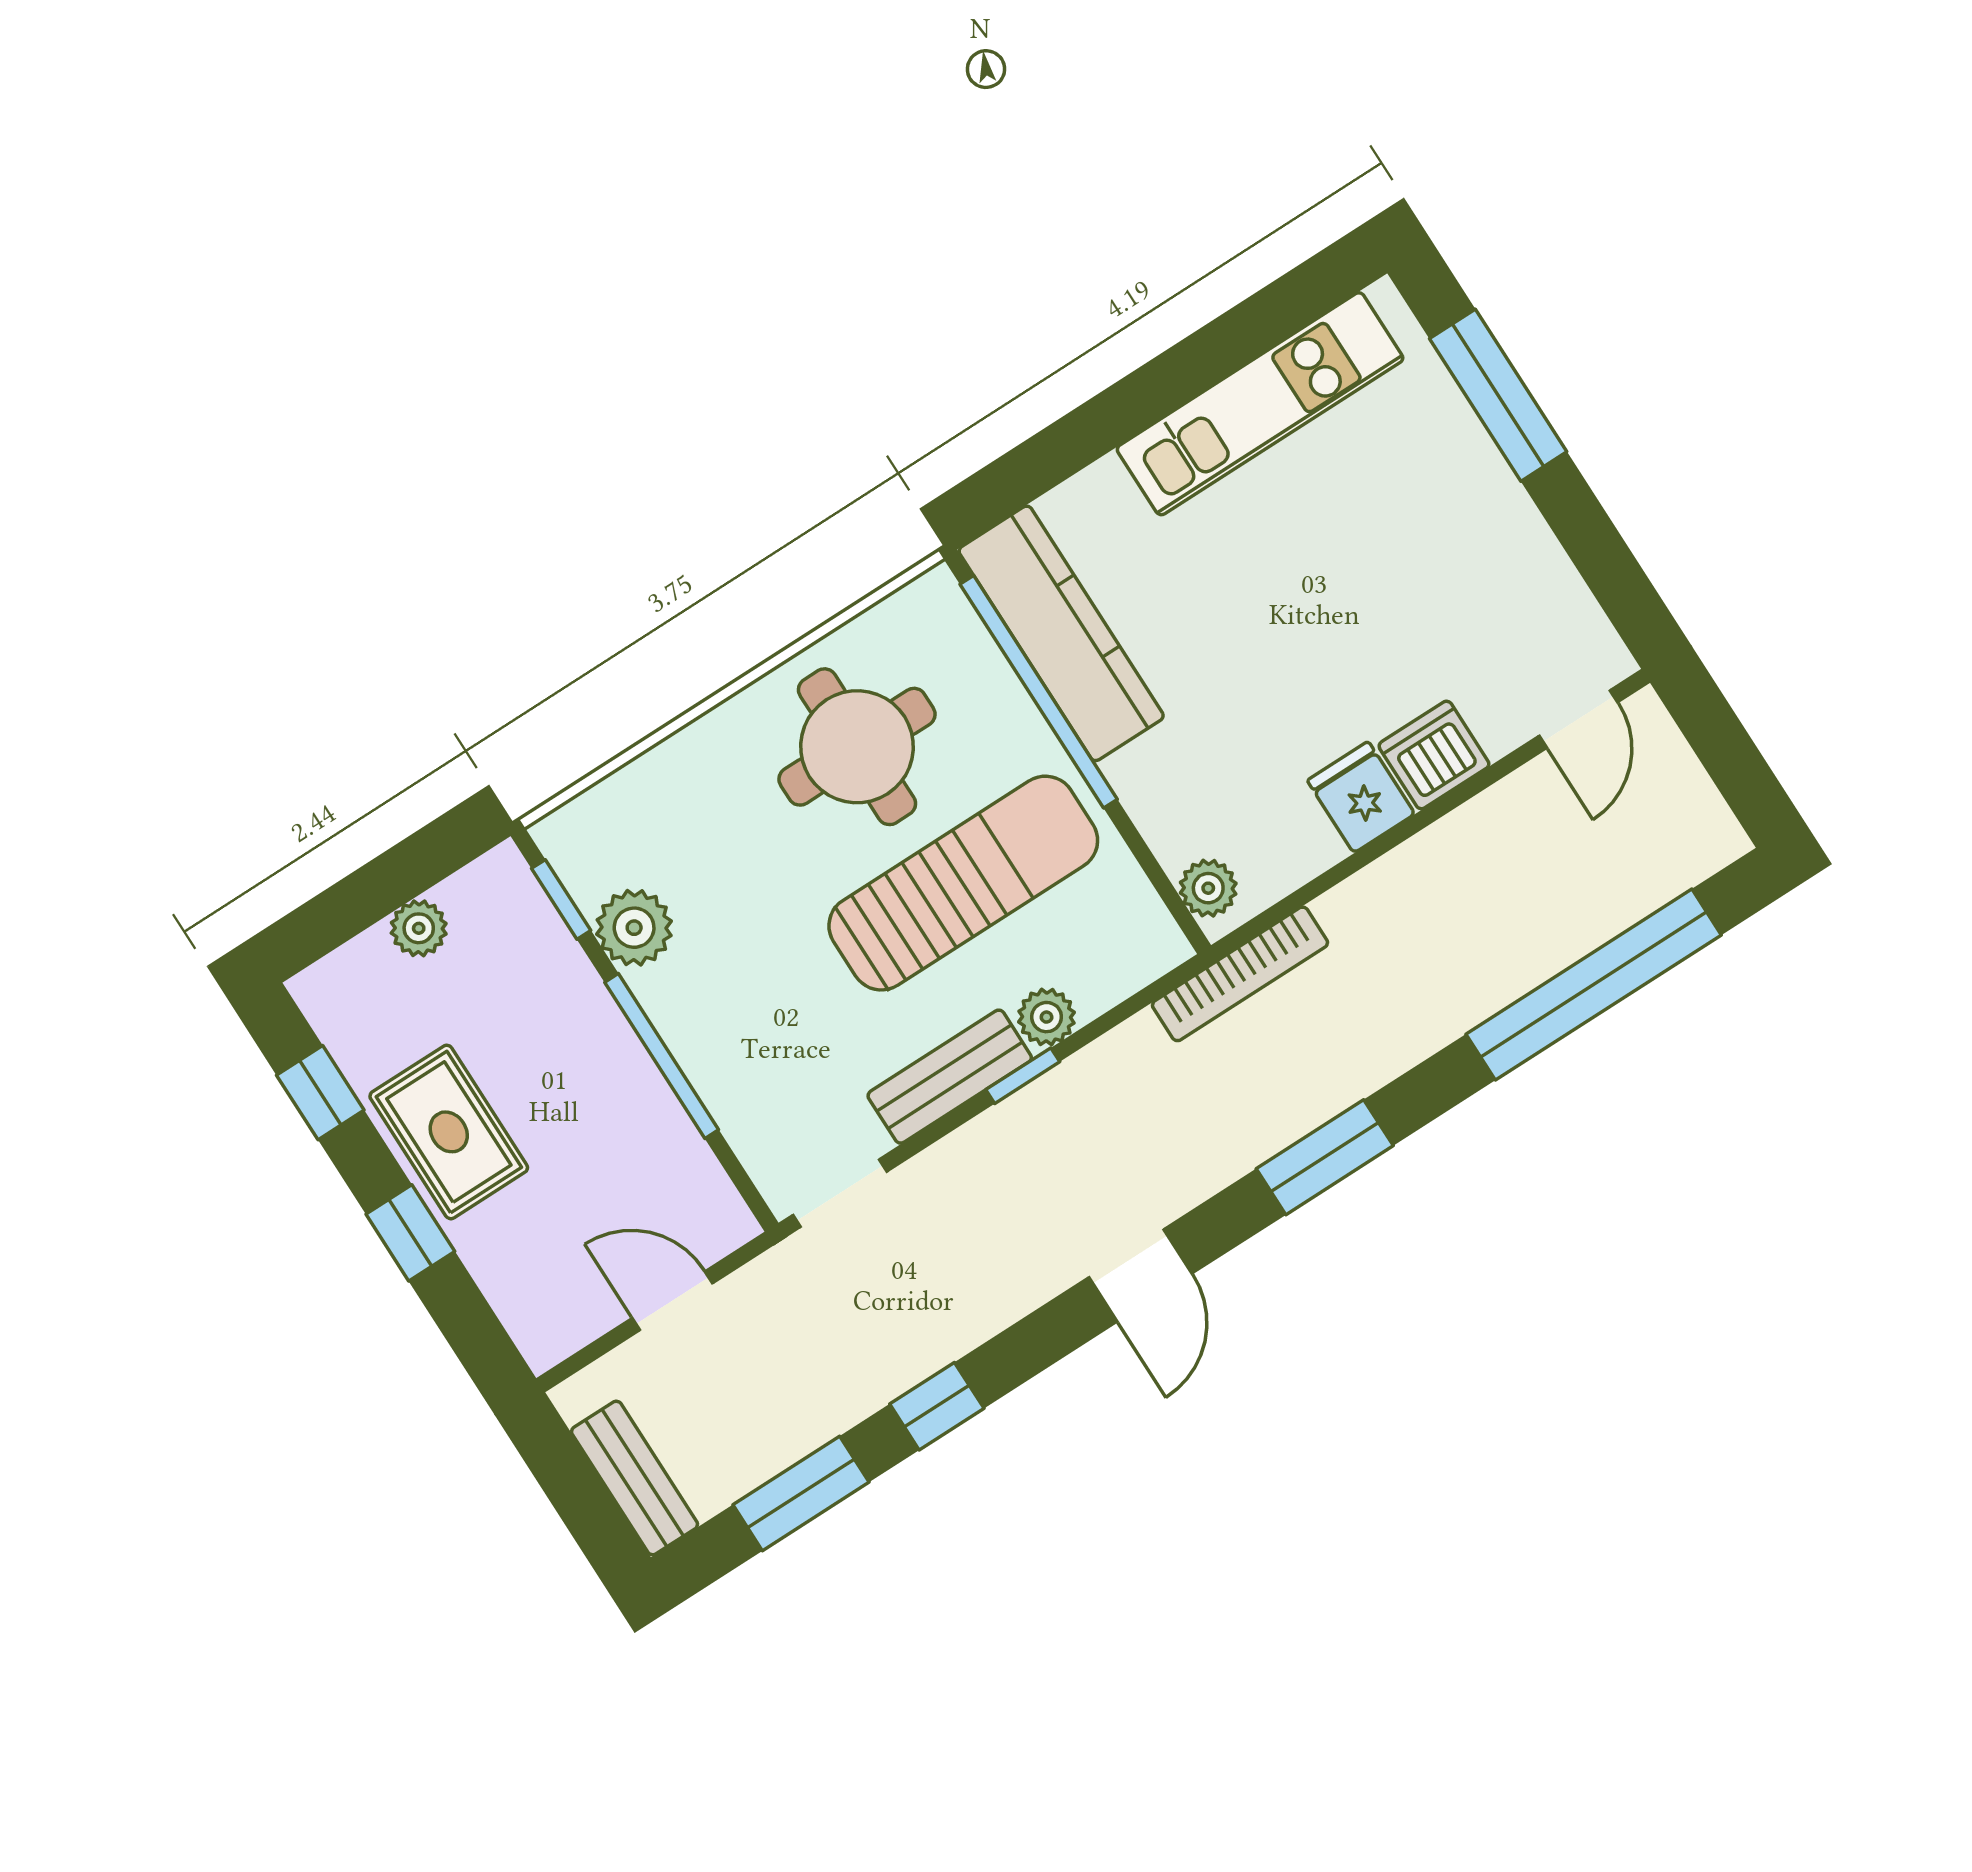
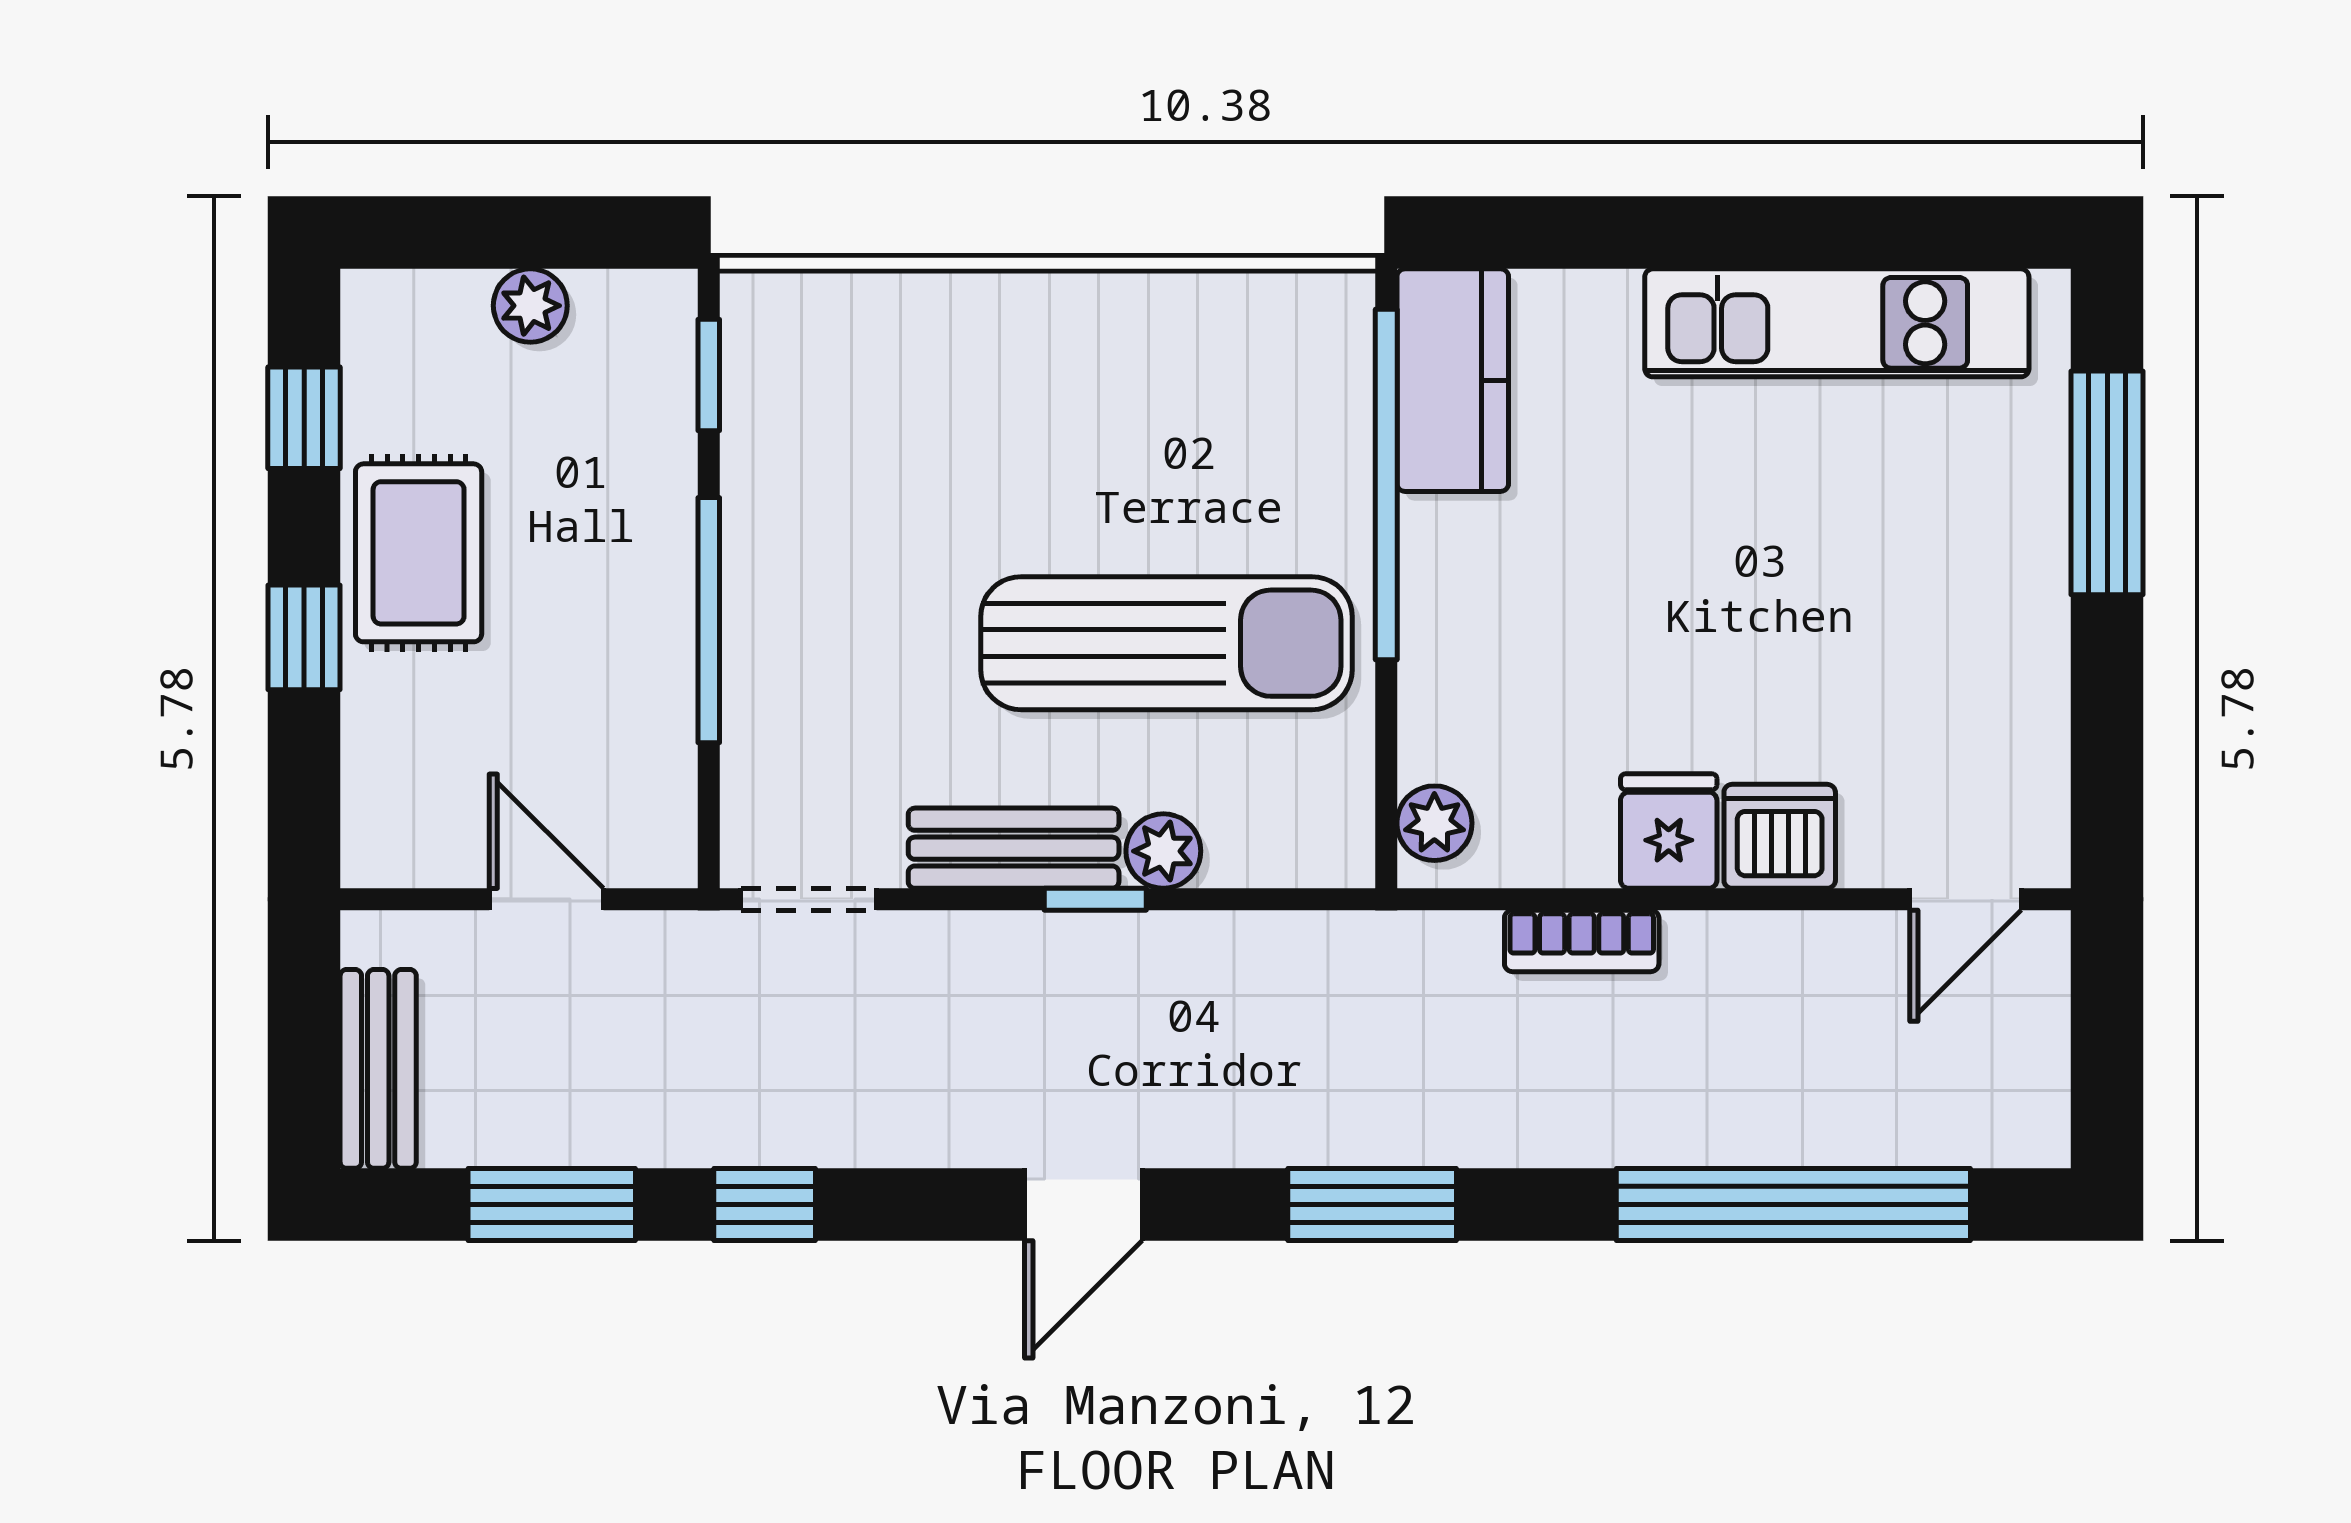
kitchen counter: (1061, 633) -> (1453, 380), width x0.67
round table: (857, 747) -> (1146, 416), removed
plant: (634, 928) -> (770, 458), removed
bookcase: (1240, 974) -> (1582, 941), moved, width x0.64

